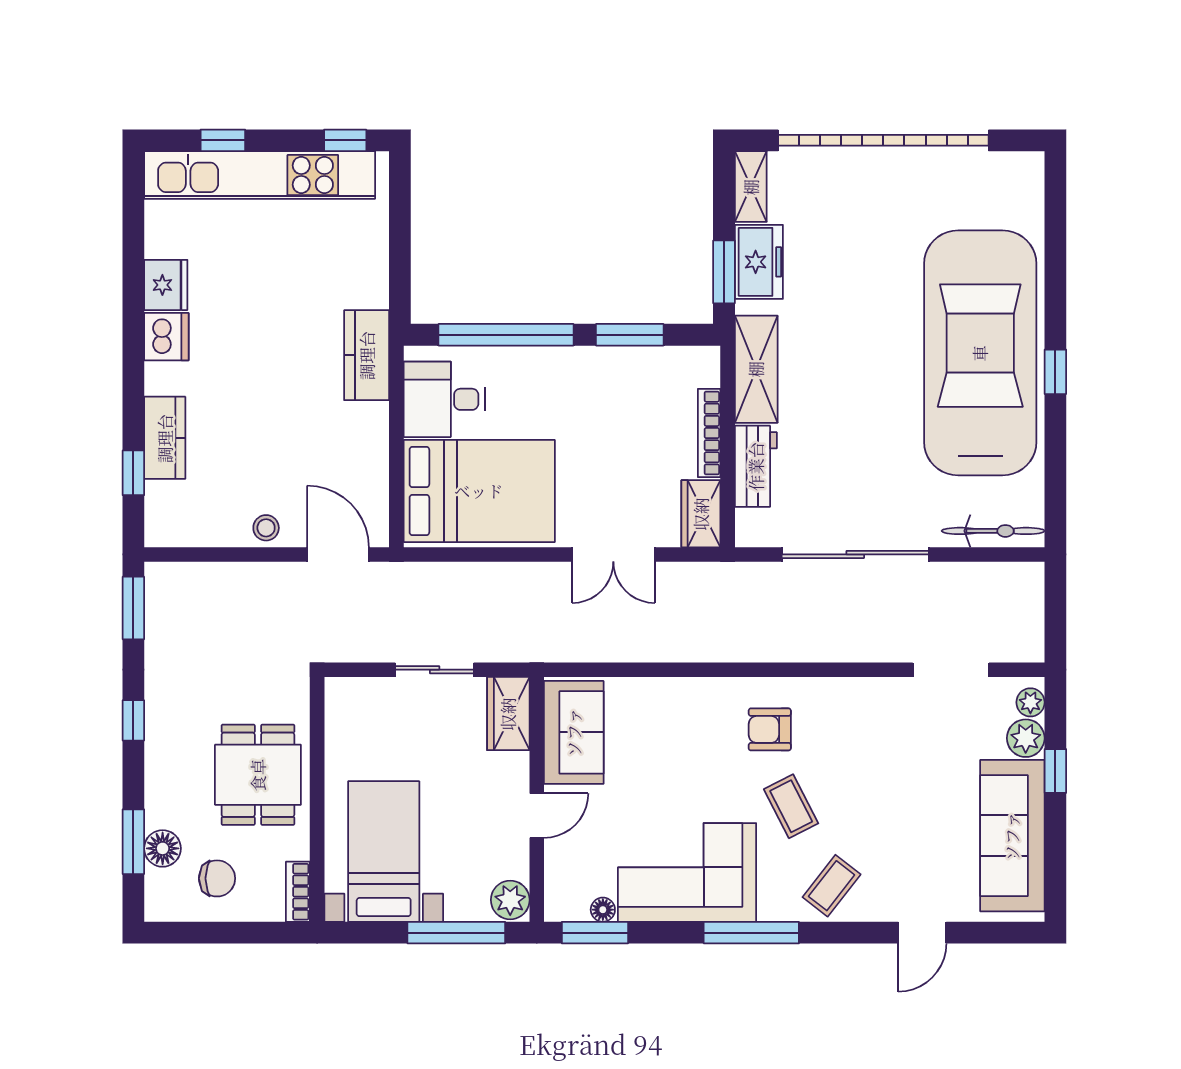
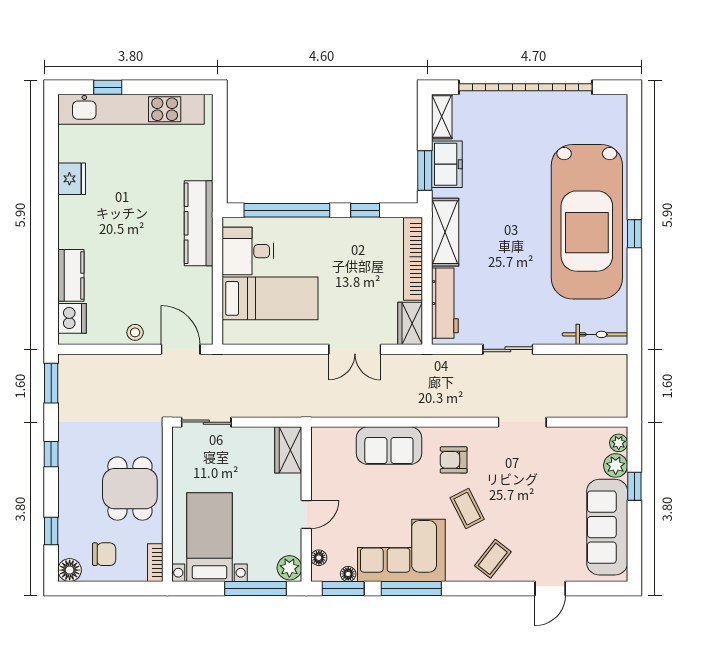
window: (345, 140) -> (185, 87), removed
window: (630, 335) -> (365, 210), width x0.67
dishwasher: (166, 337) -> (72, 318), moved
car: (980, 353) -> (587, 222), turned 180
kitchen counter: (367, 355) -> (199, 223), width x1.50
bookcase: (709, 433) -> (413, 259), width x1.48, depth x1.31
workbench: (756, 466) -> (445, 303), width x1.38
window: (133, 473) -> (51, 298), removed
bed: (479, 491) -> (270, 298), width x0.67
sliding door: (855, 554) -> (508, 349), width x0.54
sliding door: (435, 670) -> (206, 422), moved
doorway: (951, 670) -> (522, 422), moved
sofa: (574, 732) -> (389, 446), moved, turned 90
window: (133, 842) -> (51, 531), width x0.67
floor lamp: (163, 848) -> (70, 570), moved
floor lamp: (556, 884) -> (319, 558), added
window: (751, 933) -> (411, 588), moved

